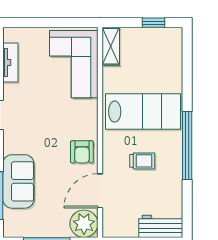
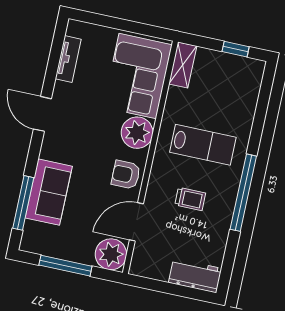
lab bench: (143, 112) -> (203, 145), width x0.73, depth x0.72
plant: (84, 113) -> (137, 133), added
armchair: (82, 152) -> (126, 175), turned 90

